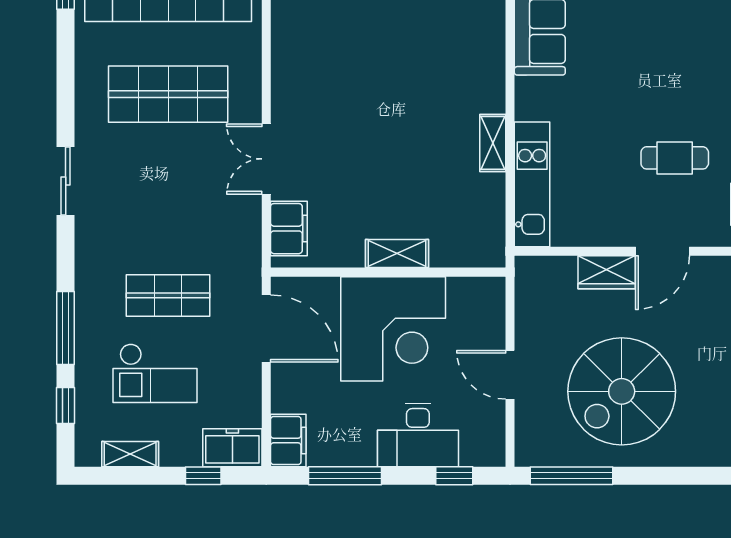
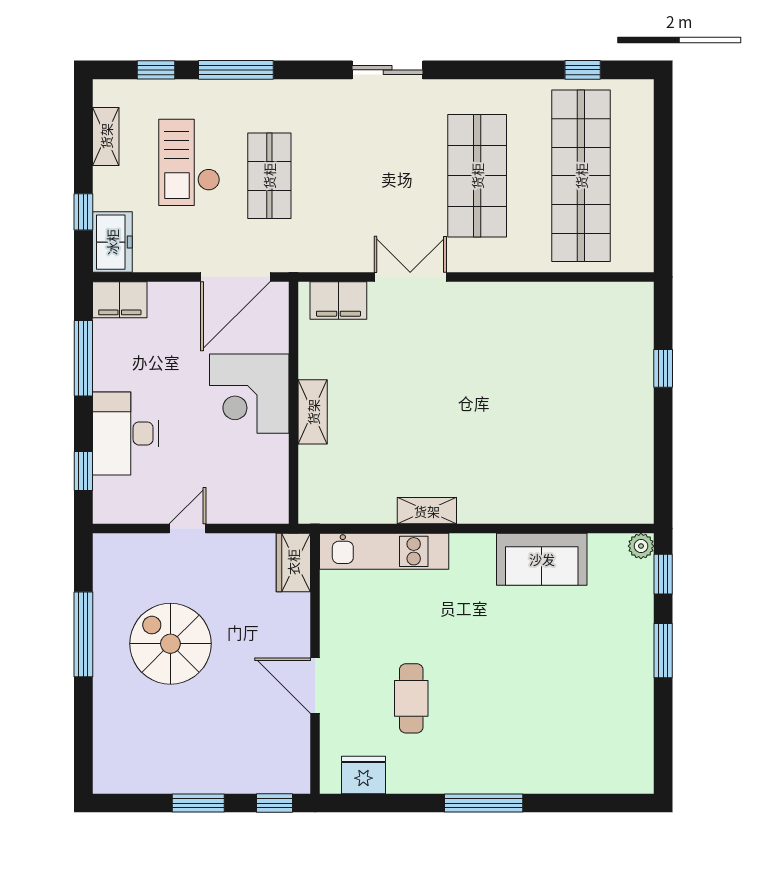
wardrobe: (607, 272) -> (293, 562), moved
corner desk: (393, 329) -> (249, 394), width x0.74, depth x0.74
door: (510, 375) -> (188, 529), width x0.73
spiral stairs: (622, 391) -> (170, 644), width x0.73, depth x0.73
window: (571, 476) -> (83, 634), moved

